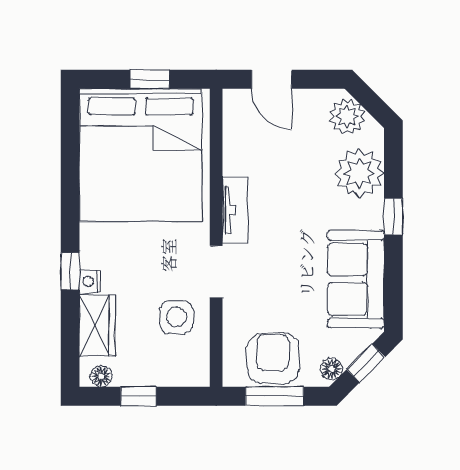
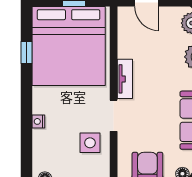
window: (70, 271) -> (26, 53), moved
wardrobe: (97, 326) -> (43, 148), removed

